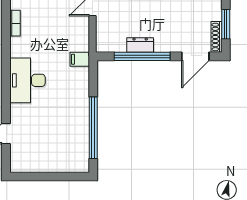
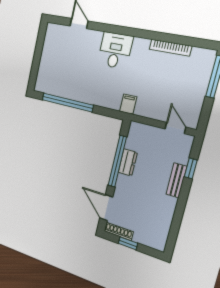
bookcase: (15, 23) -> (170, 48), width x1.56
window: (226, 24) -> (128, 243), width x0.67
desk: (27, 80) -> (115, 50), width x0.73

